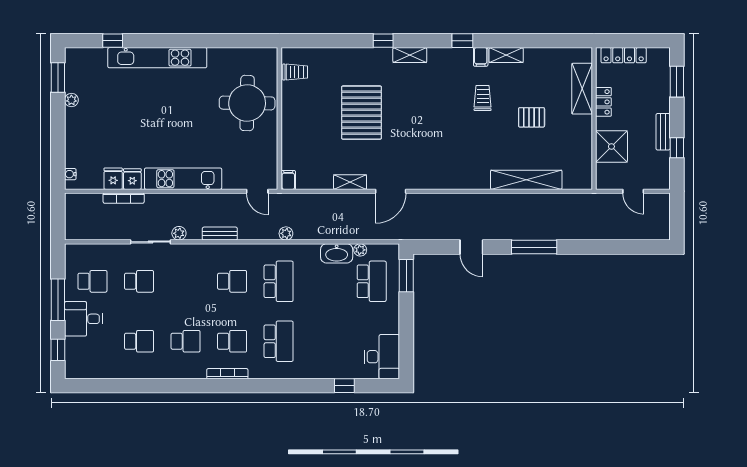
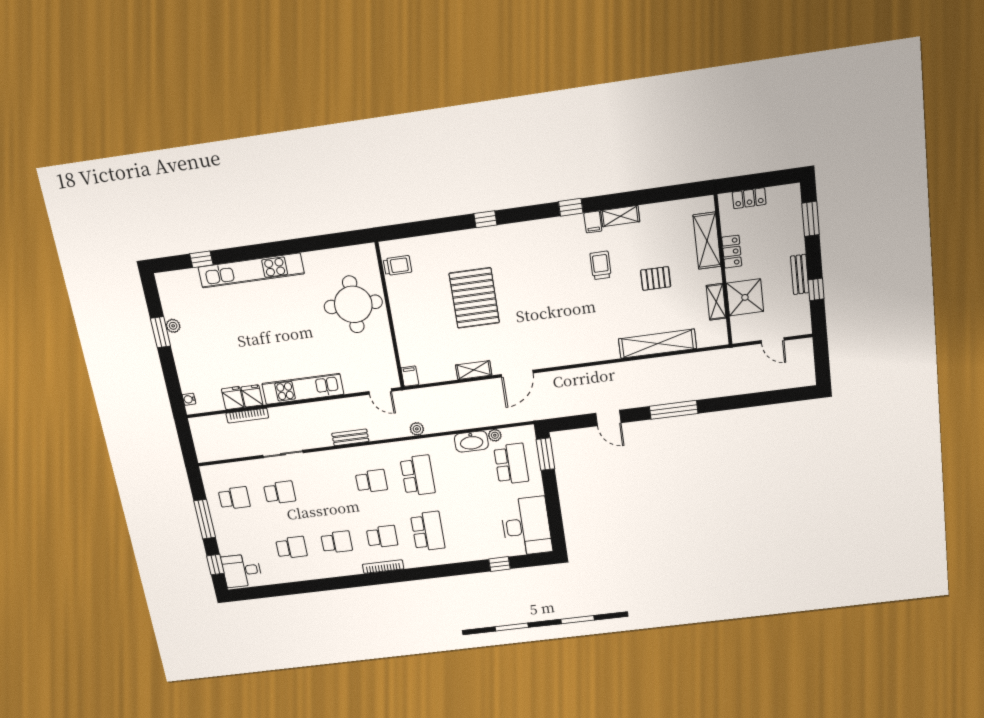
shelving: (410, 55) -> (716, 302), moved, turned 90
locker: (624, 55) -> (749, 198), width x0.66
window: (58, 77) -> (161, 332), moved
plant: (179, 233) -> (309, 442), removed
desk: (83, 319) -> (242, 571), moved
desk: (382, 357) -> (526, 526), width x1.36, depth x1.30

